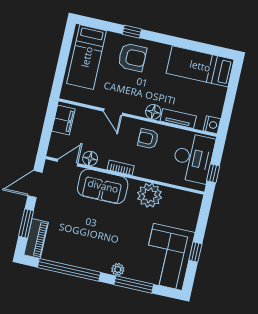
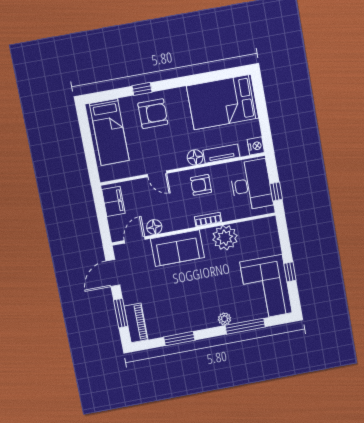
bed: (200, 66) -> (223, 102), width x1.50
bookcase: (121, 168) -> (208, 219), moved
window: (69, 270) -> (179, 339), width x0.47

